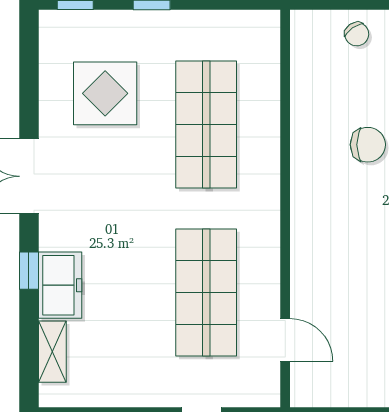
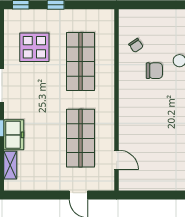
chair: (357, 34) -> (136, 45), moved

